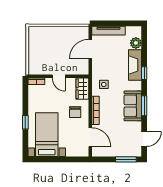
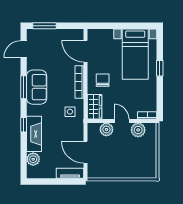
tv unit: (108, 31) -> (70, 173), width x0.71
door: (90, 49) -> (85, 152), swing flipped
plant: (44, 68) -> (138, 130), added
plant: (72, 69) -> (106, 129), added

